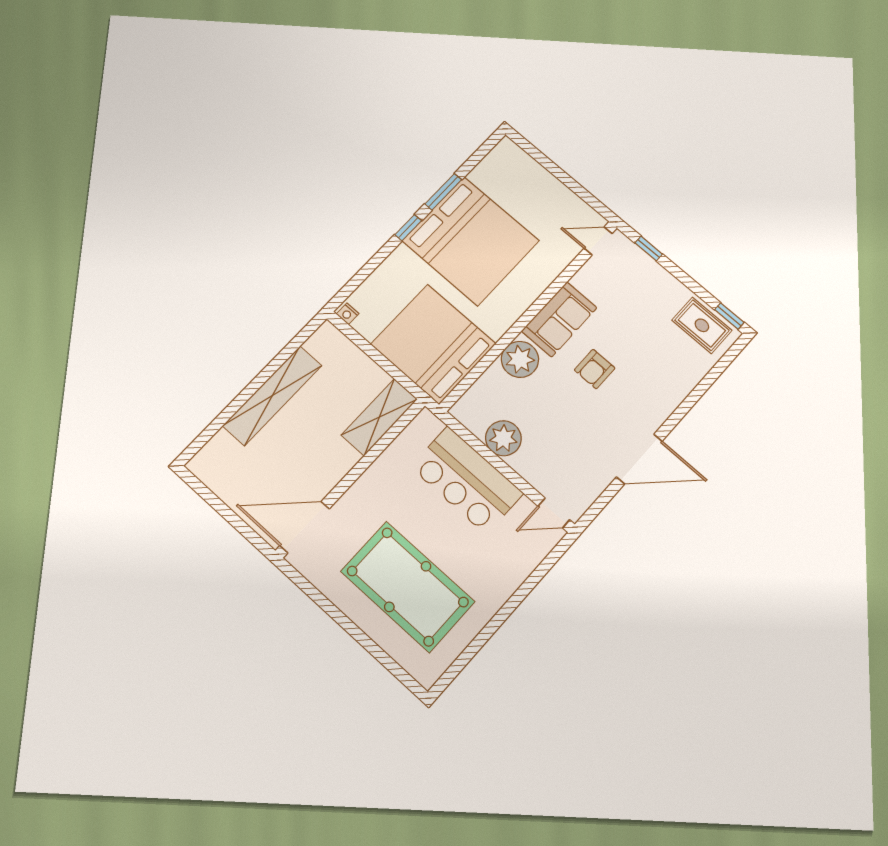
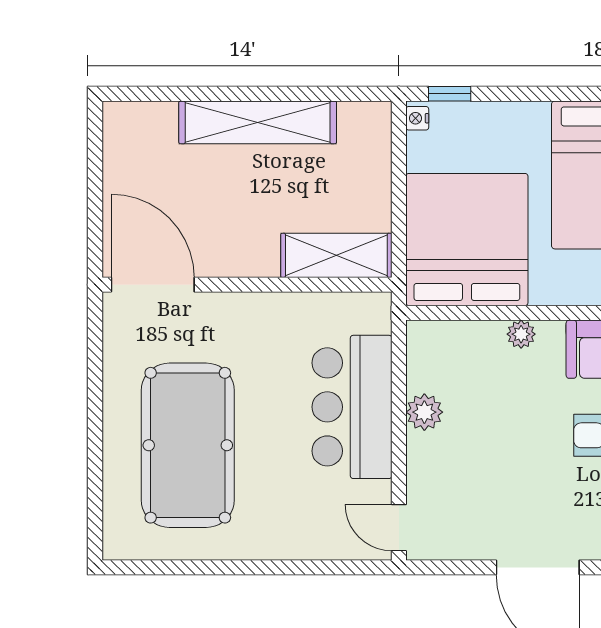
window: (408, 228) -> (450, 94), moved
plant: (520, 359) -> (521, 334), width x0.53, depth x0.53
plant: (503, 438) -> (424, 412), width x0.73, depth x0.73

